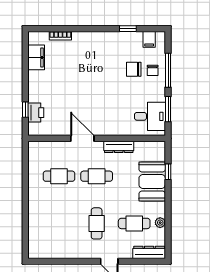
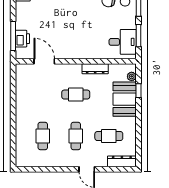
window: (25, 110) -> (13, 36), width x2.17
door: (82, 138) -> (44, 61), moved
cafe table: (59, 176) -> (43, 136), moved, turned 90
plant: (160, 223) -> (132, 76), moved

